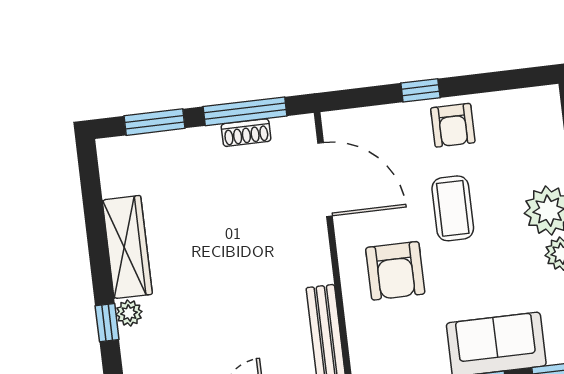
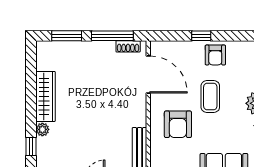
shoe rack: (246, 133) -> (128, 46), moved
window: (107, 323) -> (31, 146), moved

